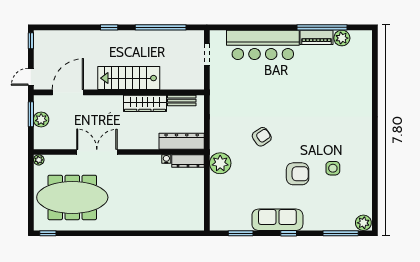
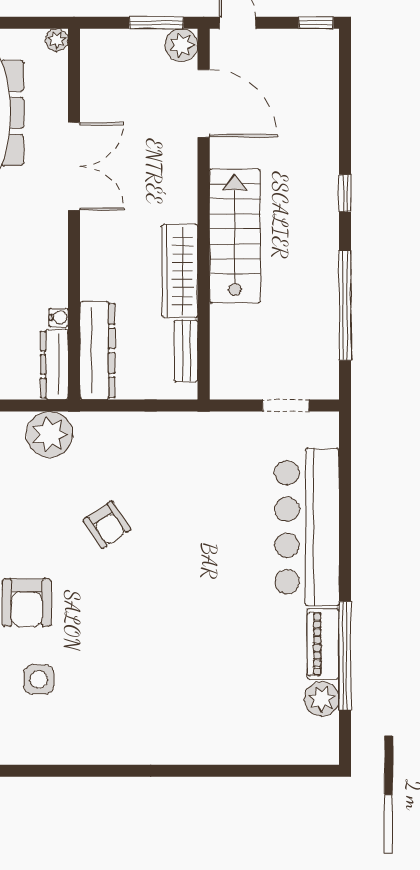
plant: (41, 119) -> (181, 45), moved

